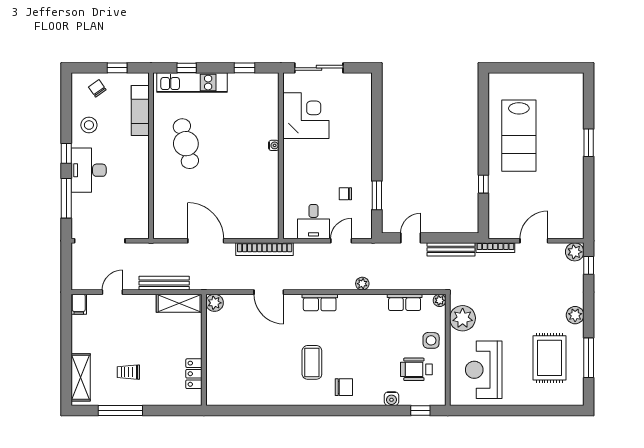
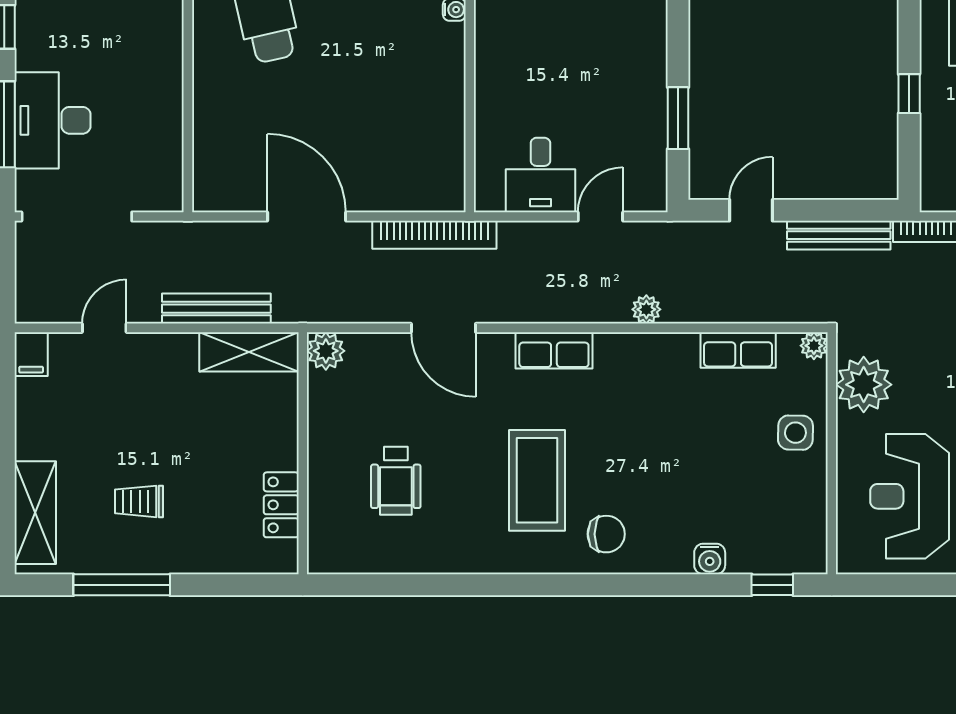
desk: (89, 170) -> (52, 120), moved
chair: (345, 194) -> (610, 114), removed
coffee table: (312, 362) -> (537, 480), width x1.36, depth x1.32
wheelchair: (416, 369) -> (396, 481), moved, turned -90

